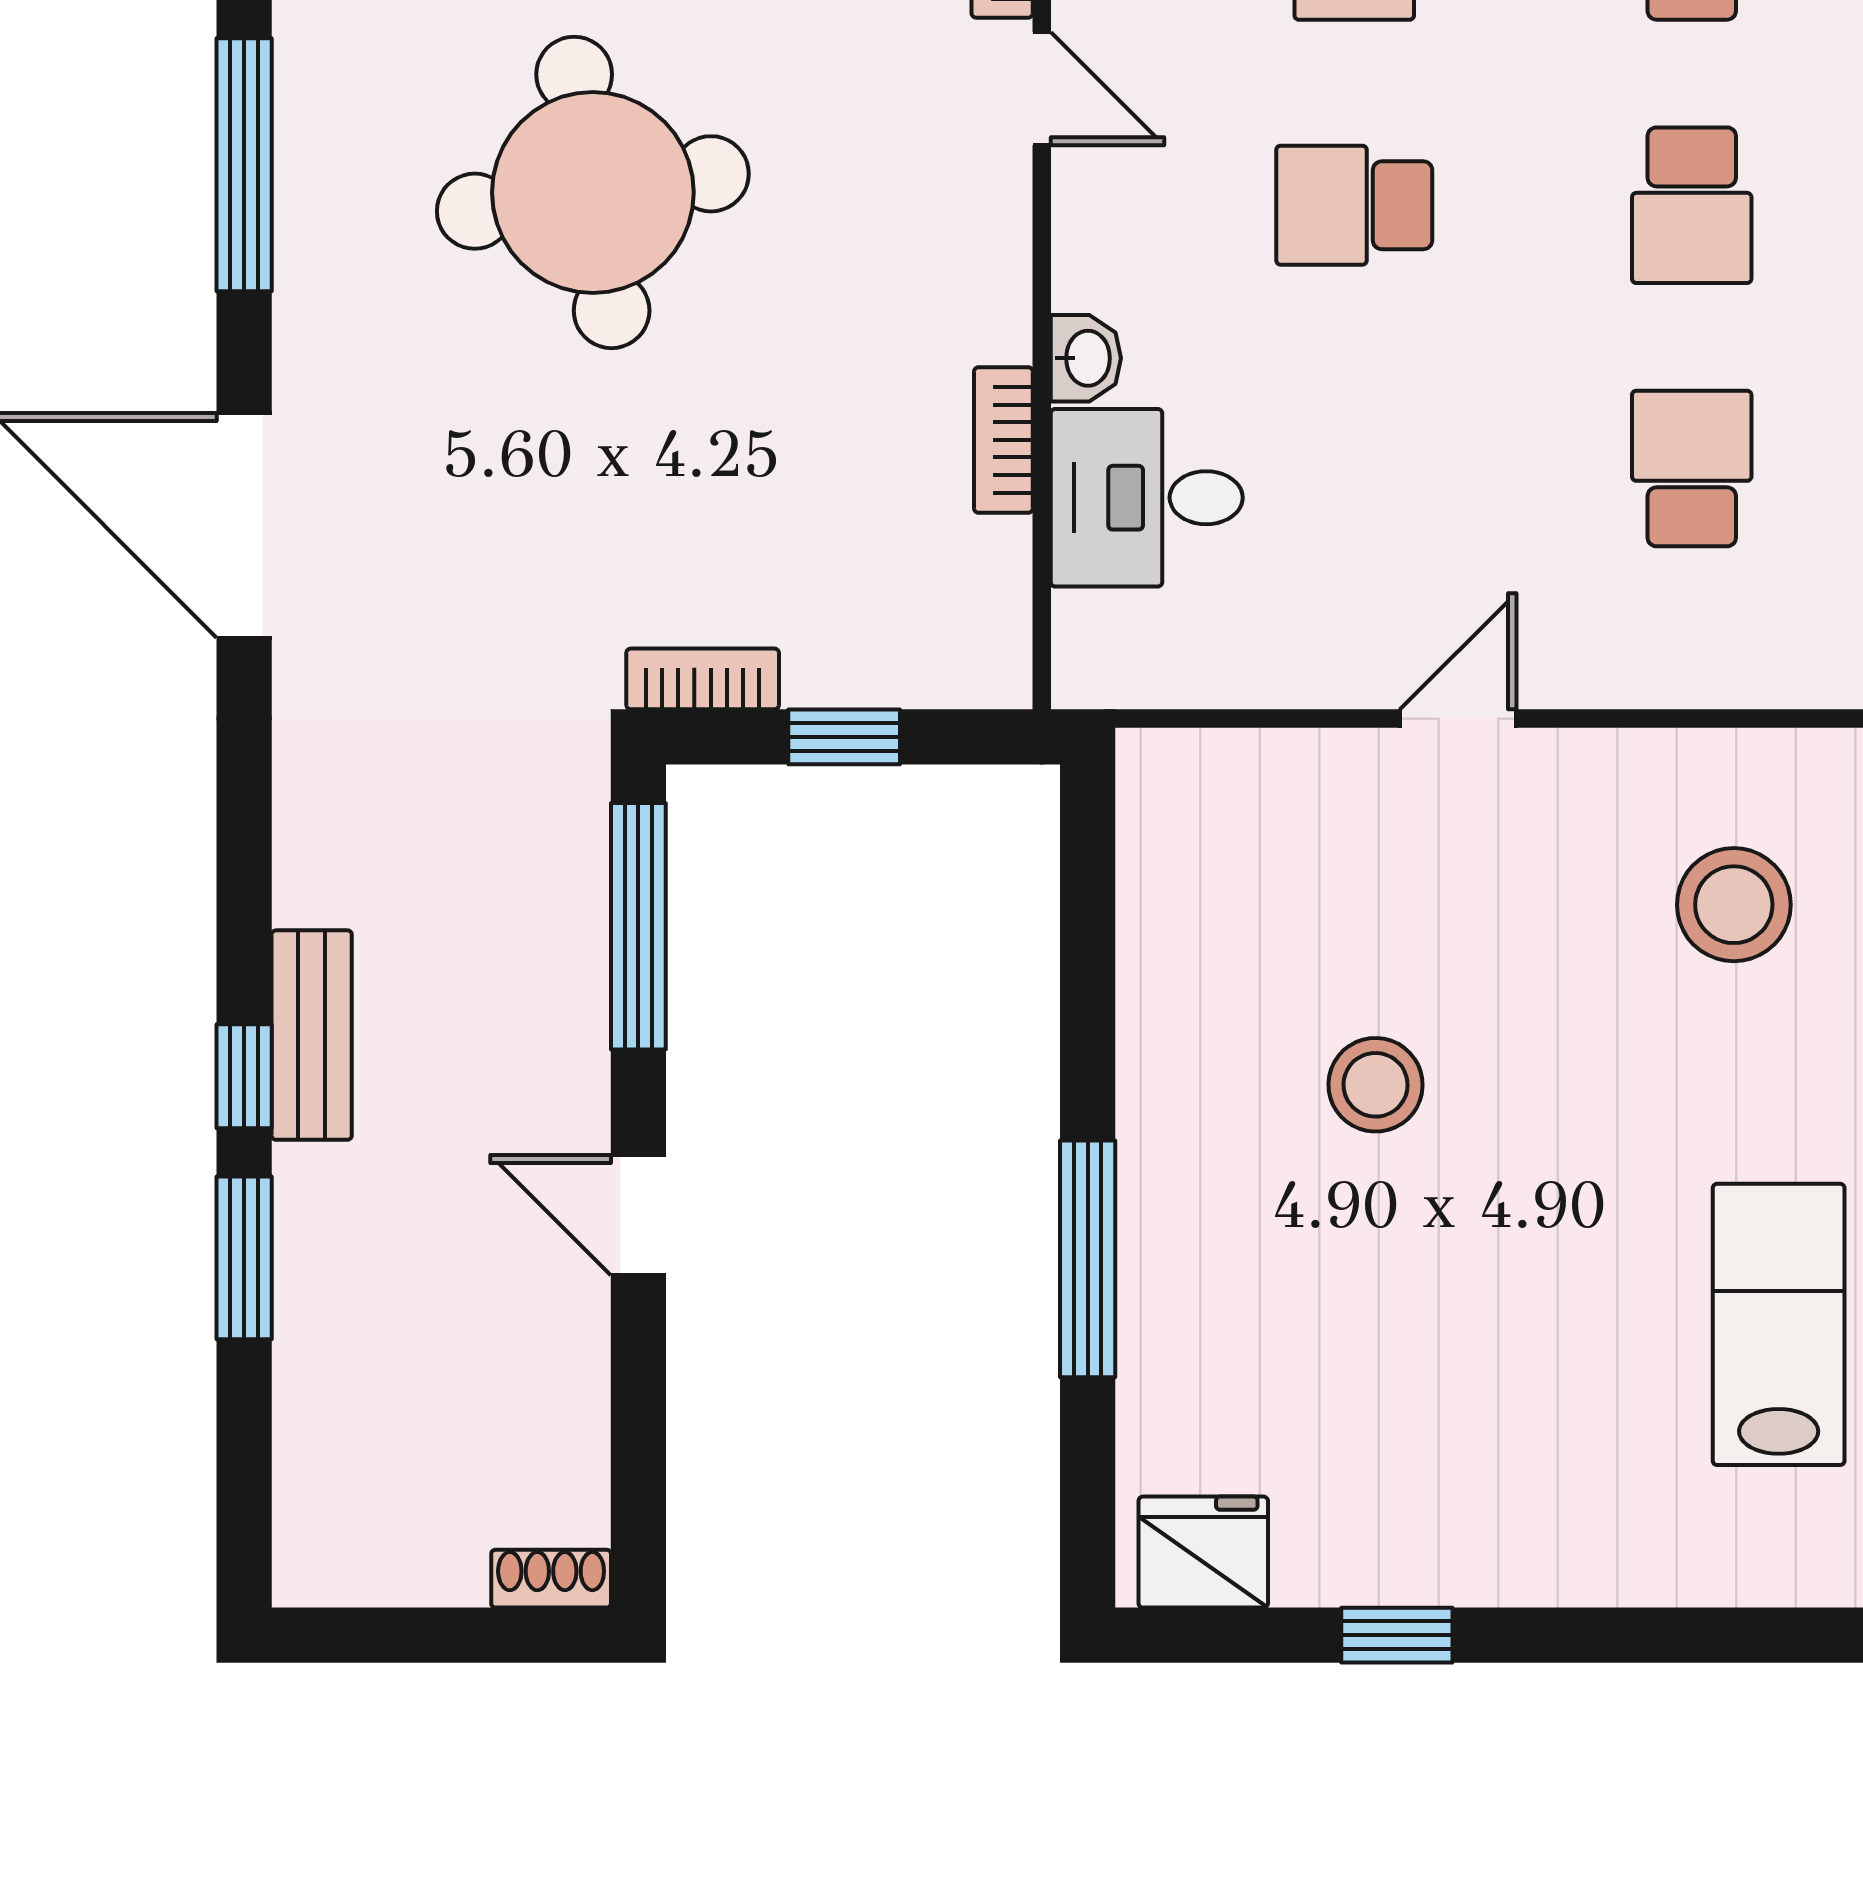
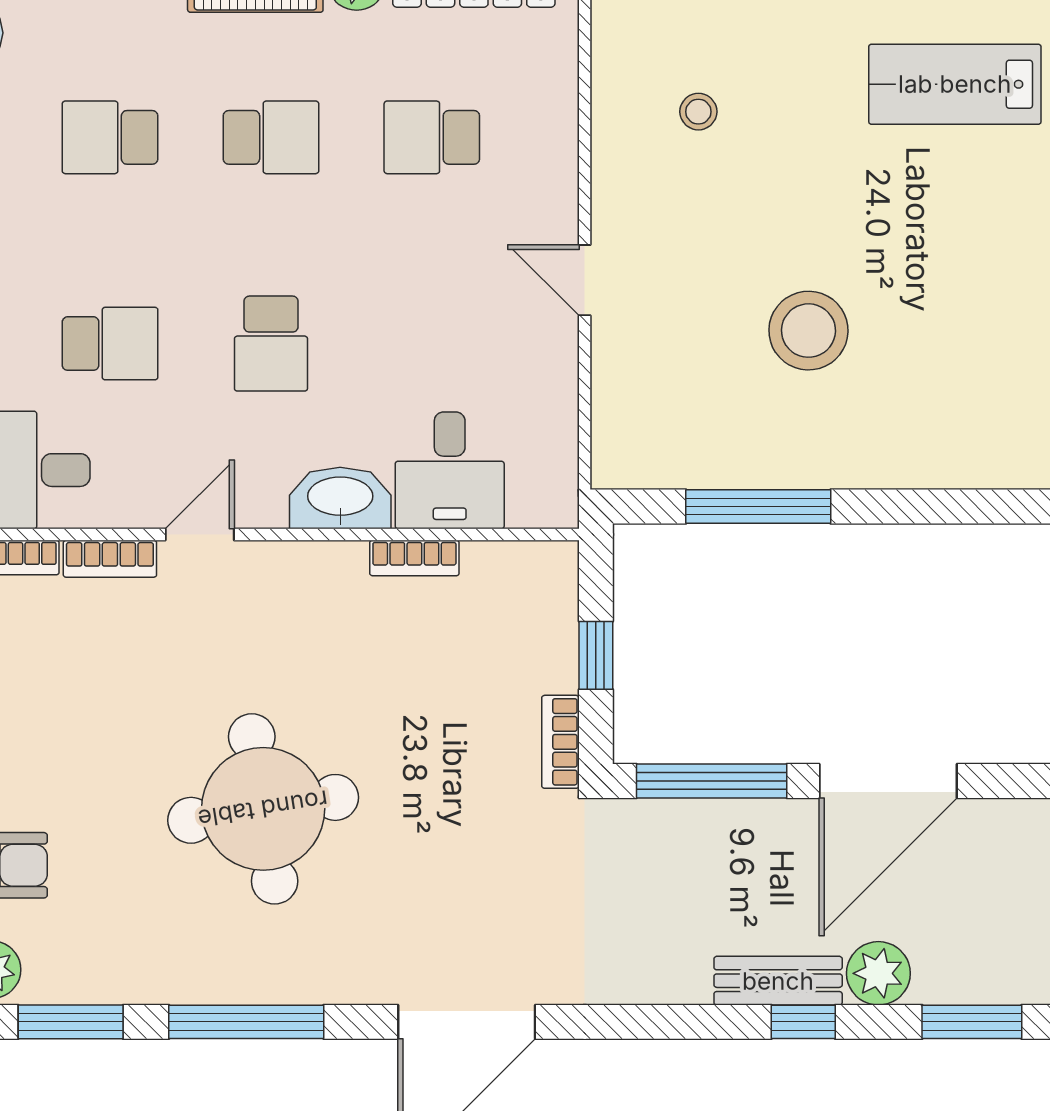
washbasin: (1086, 358) -> (340, 498), width x1.91, depth x1.45
stool: (1734, 905) -> (698, 112), width x0.53, depth x0.53
stool: (1376, 1085) -> (808, 331), width x1.38, depth x1.38
plant: (324, 1199) -> (878, 973), added
door: (638, 1215) -> (888, 781), width x1.88
window: (244, 1258) -> (972, 1022), moved
window: (1088, 1259) -> (758, 507), moved

